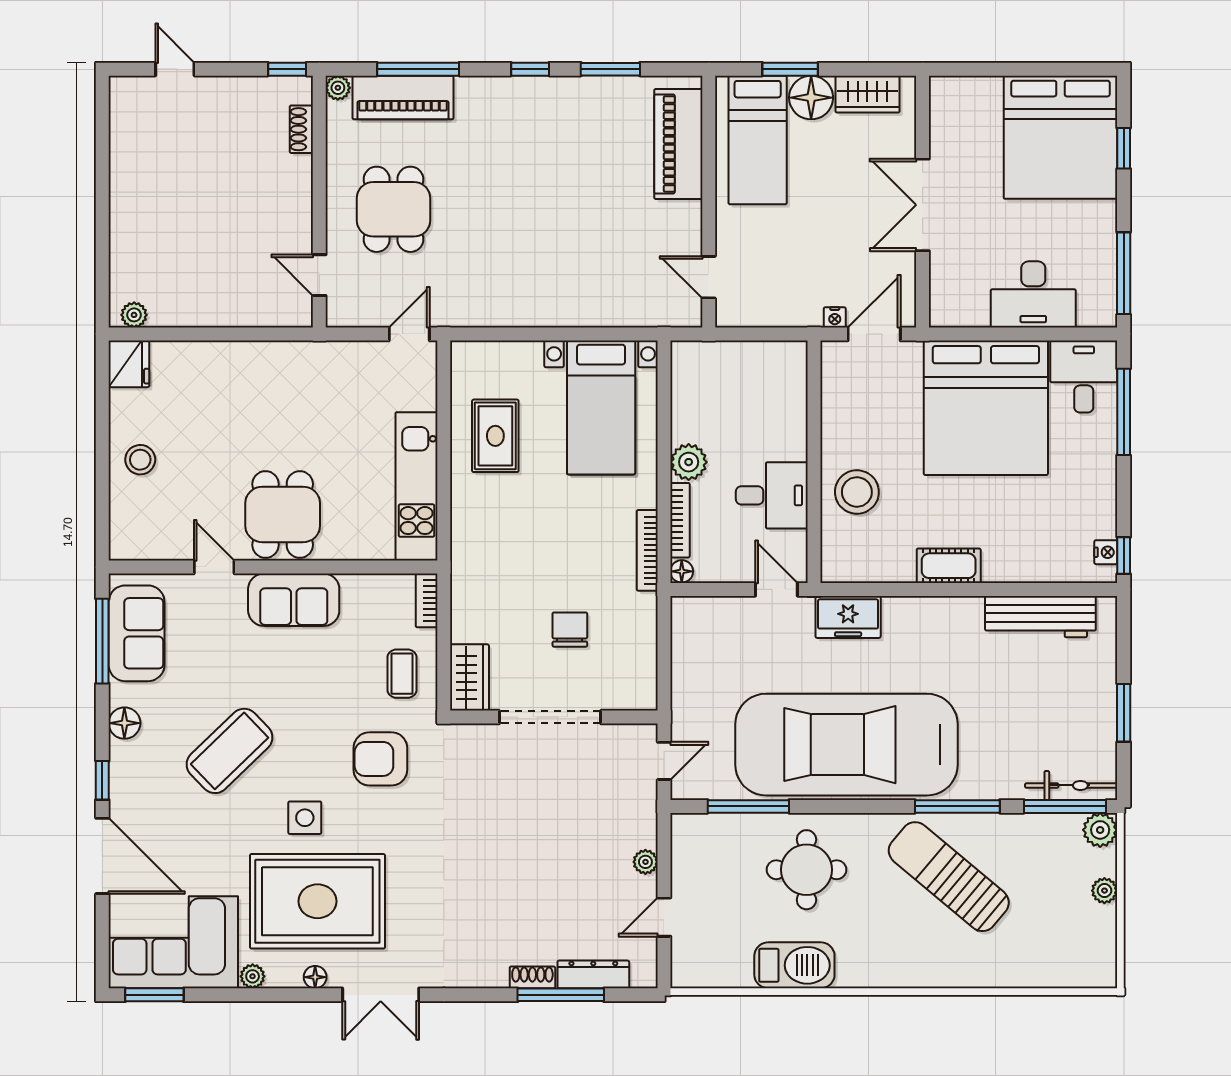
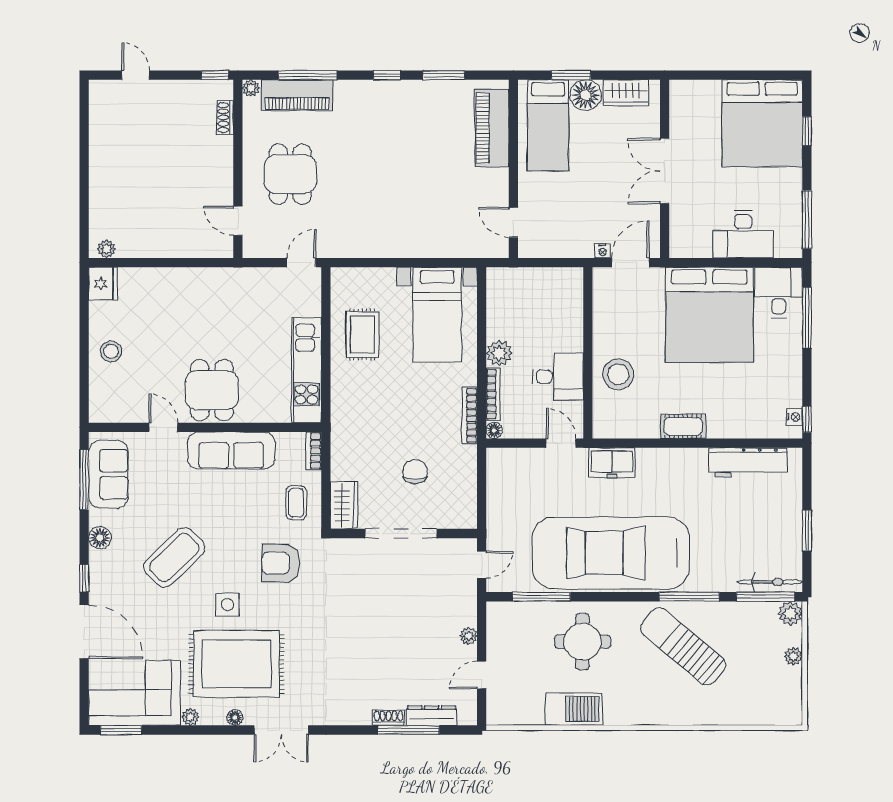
sofa: (294, 600) -> (231, 451), width x1.36

